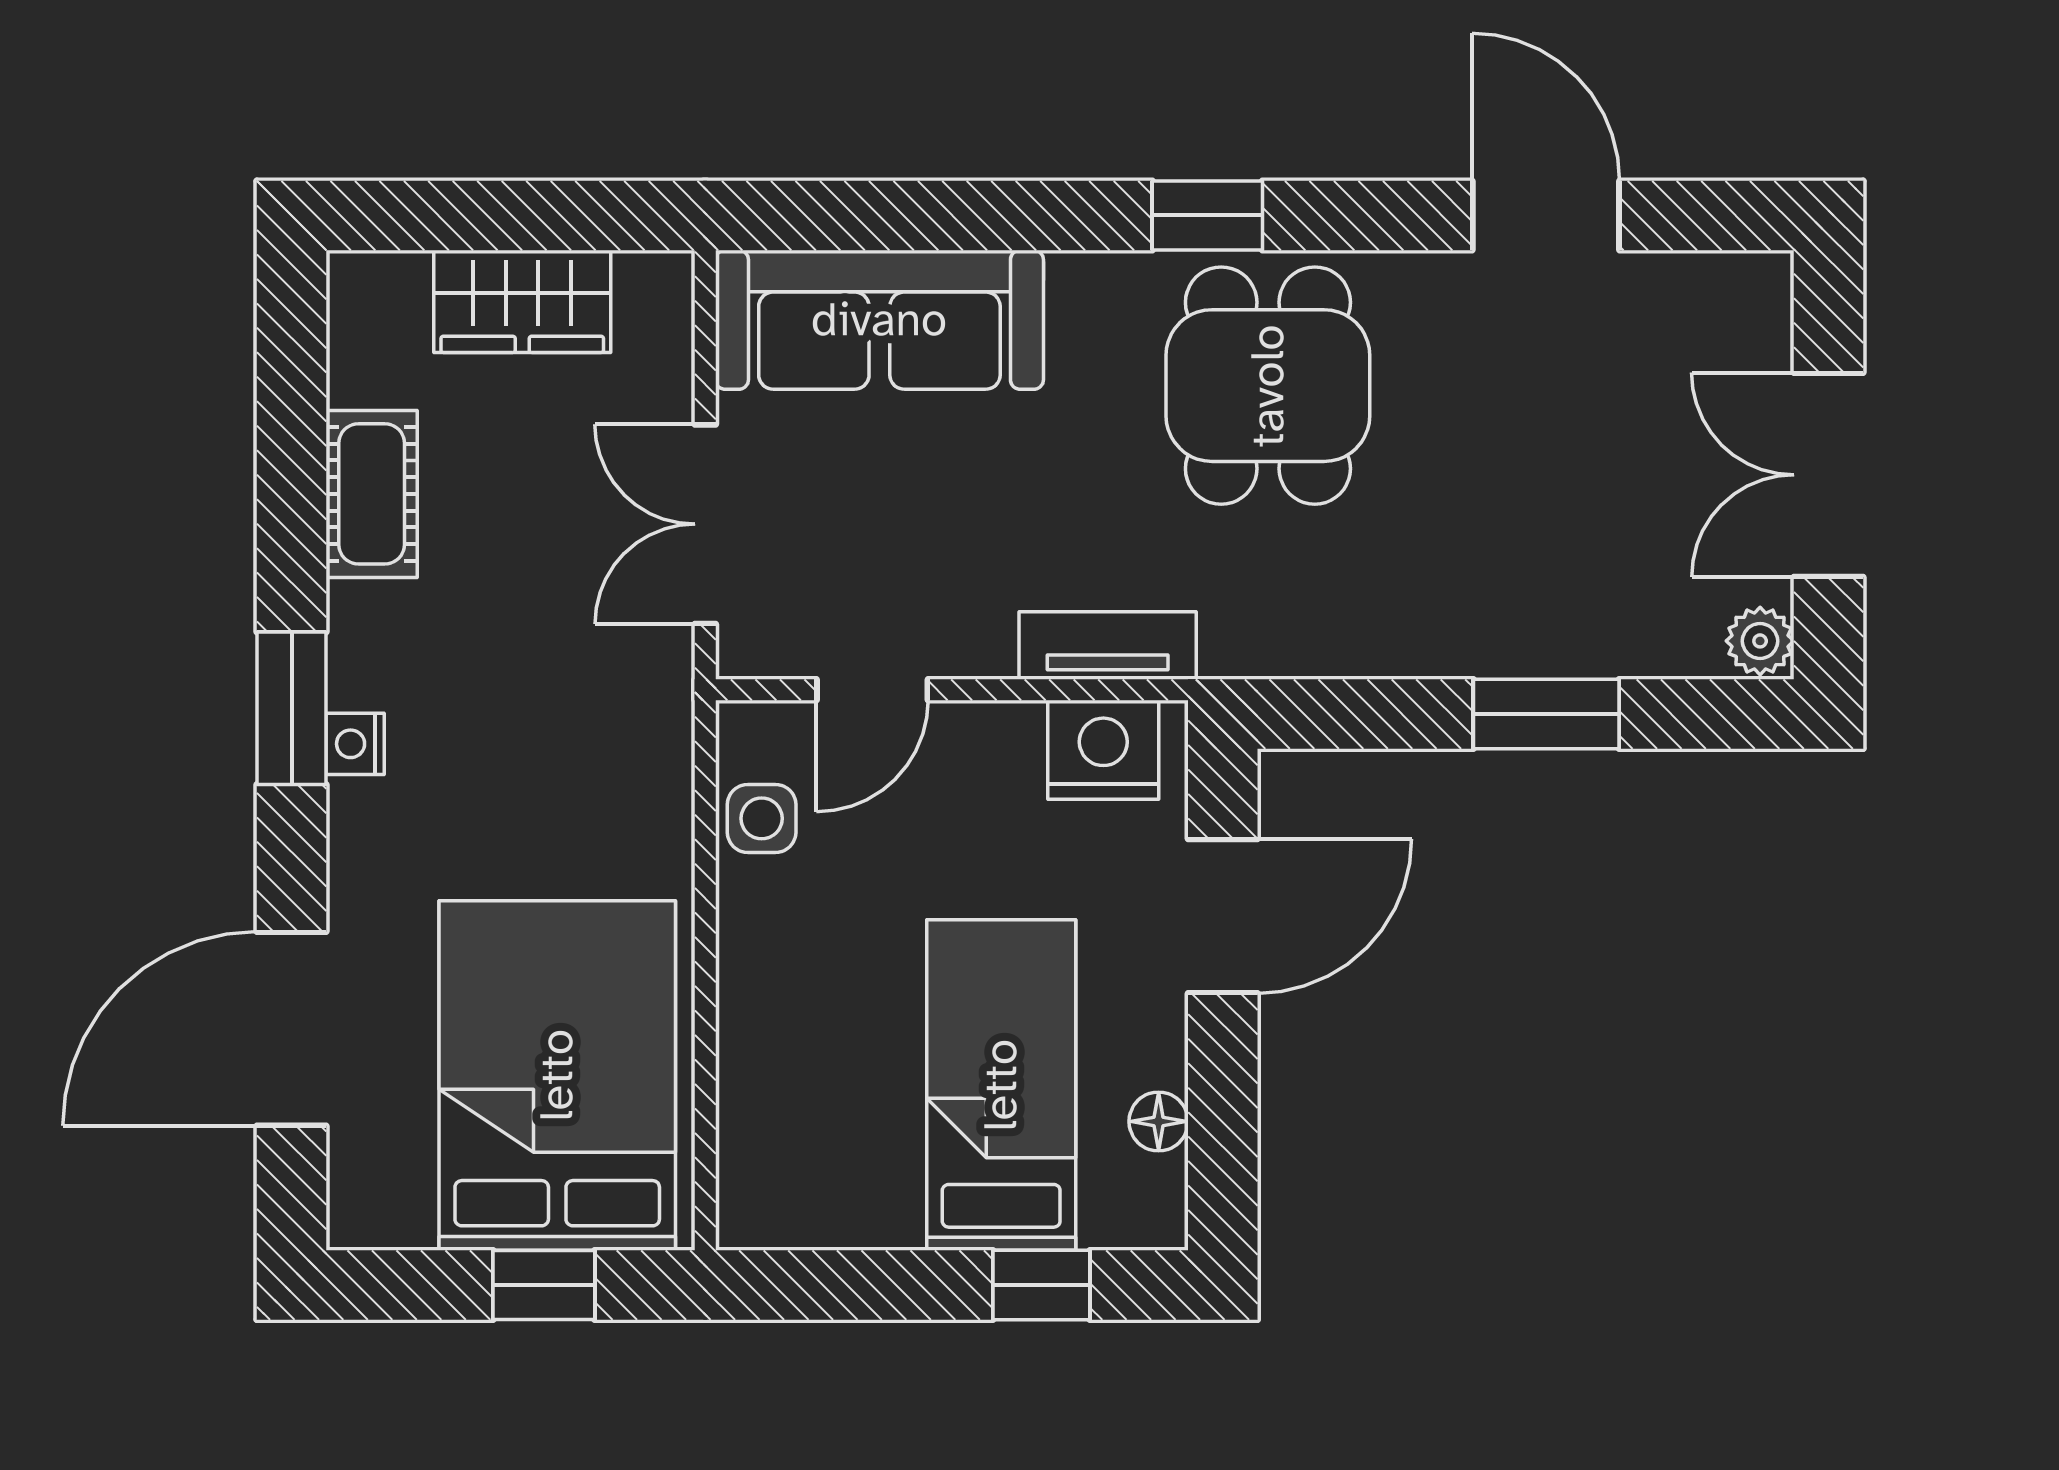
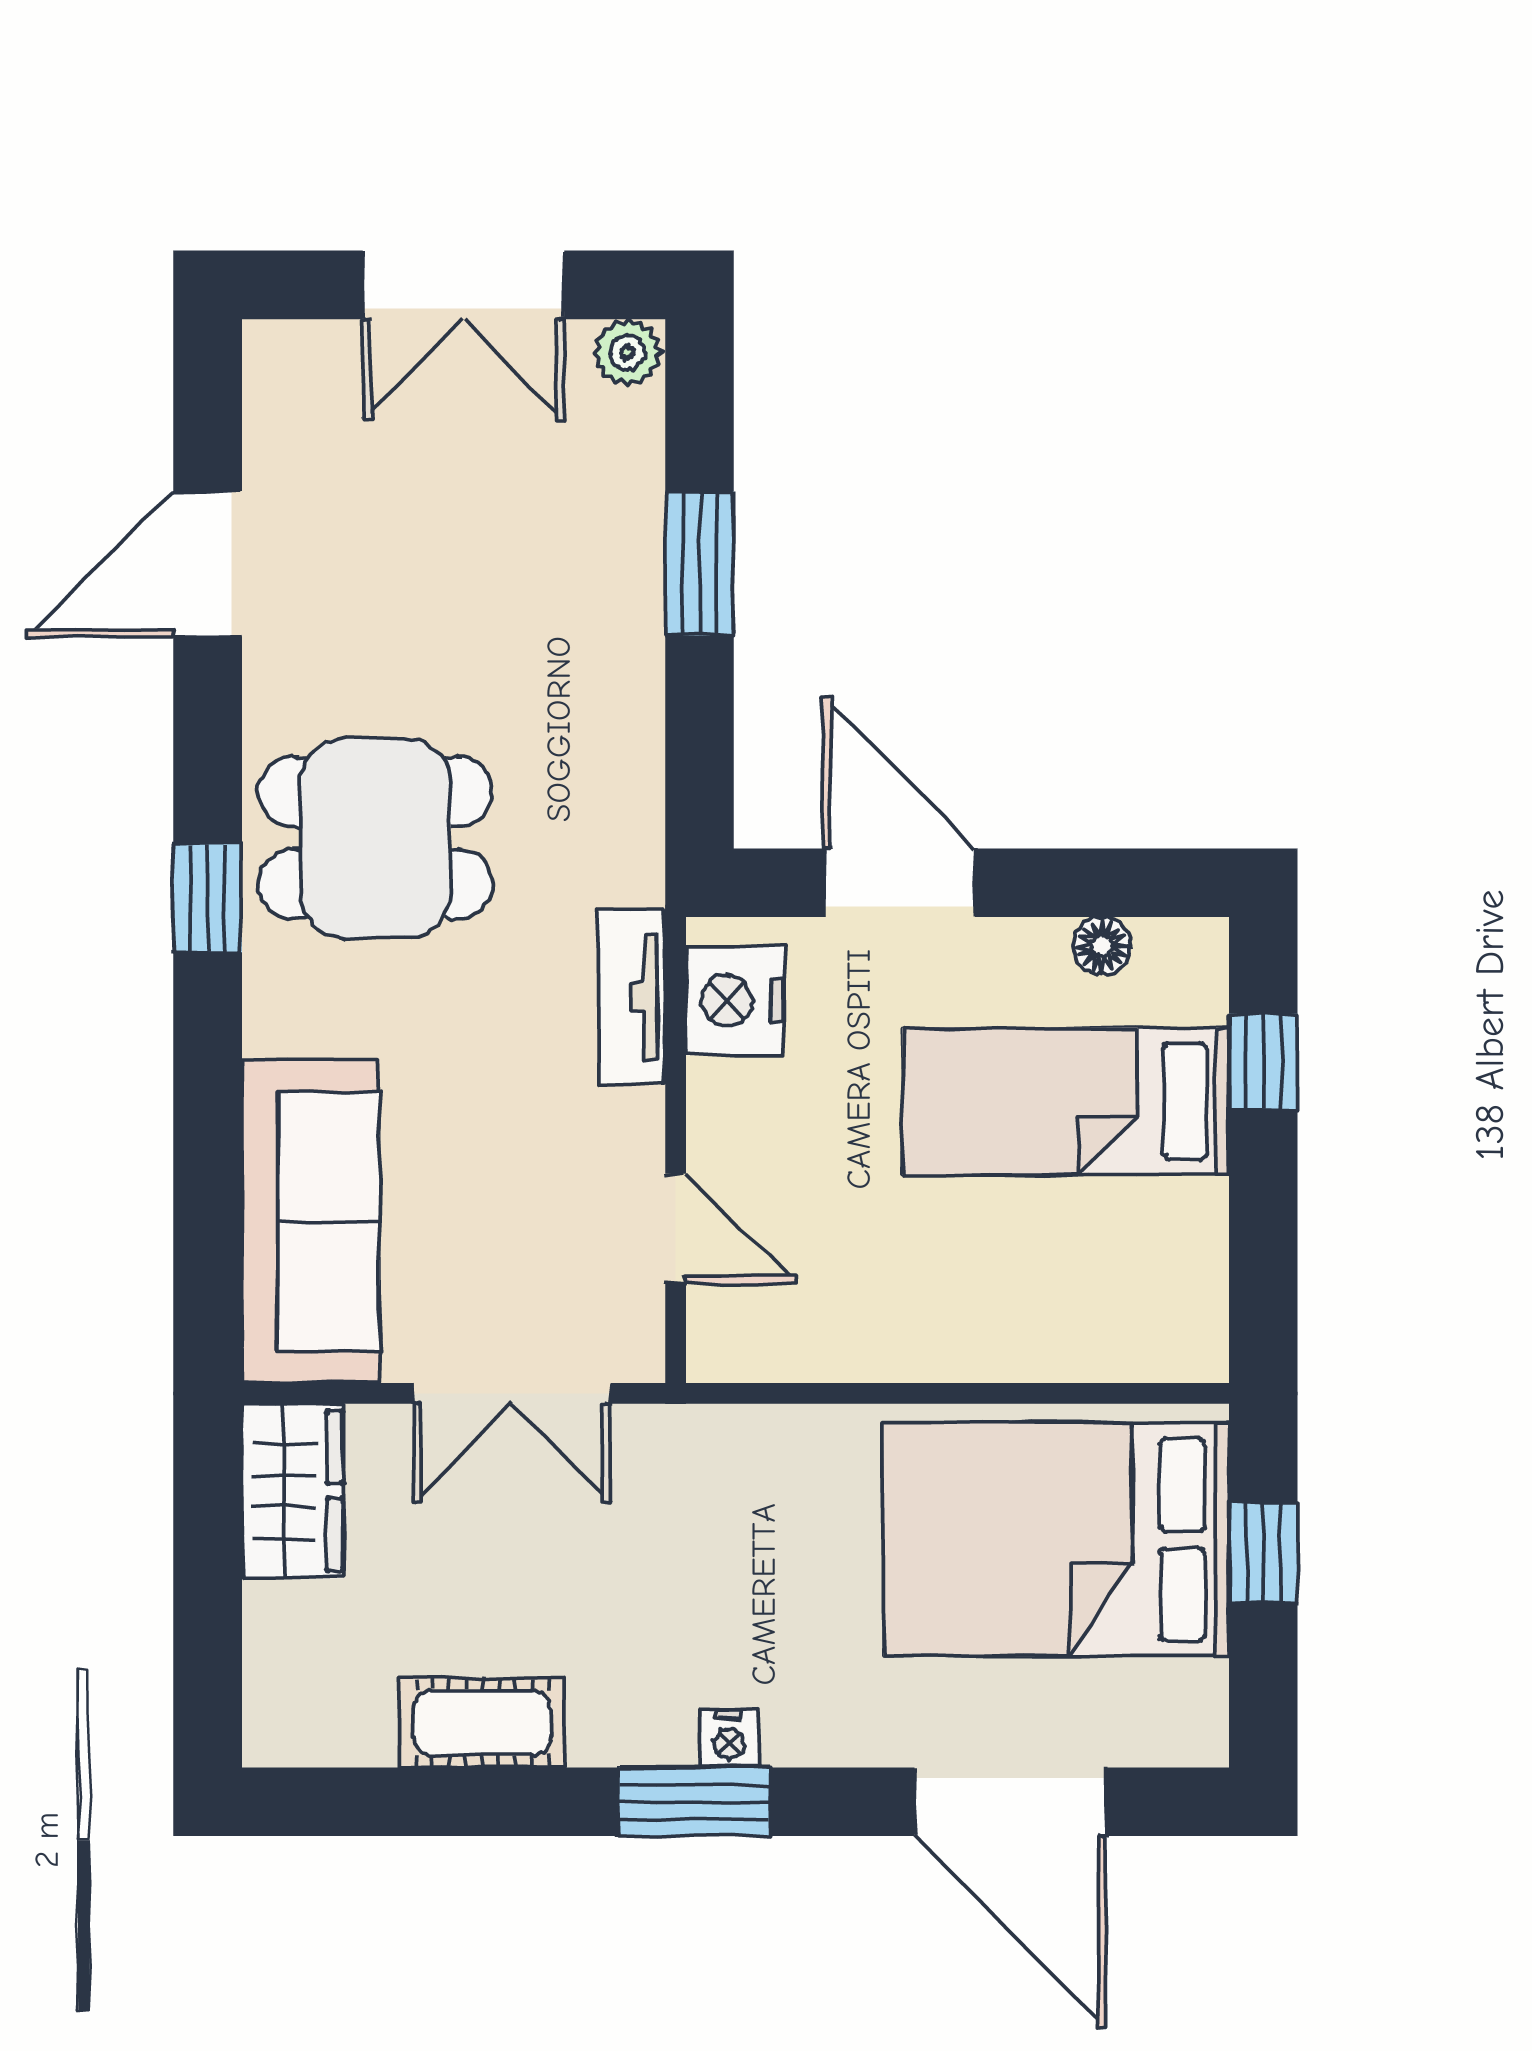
wardrobe: (522, 301) -> (292, 1491), moved
side table: (762, 818) -> (803, 1338), removed

